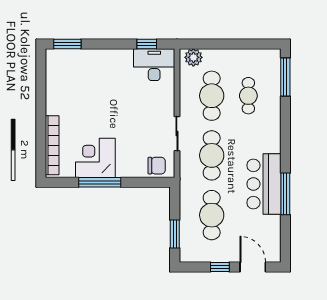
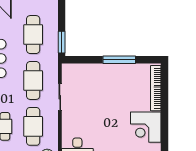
corner desk: (95, 158) -> (146, 127), moved, turned 90
chair: (157, 166) -> (75, 73), removed
window: (175, 234) -> (62, 42), moved

